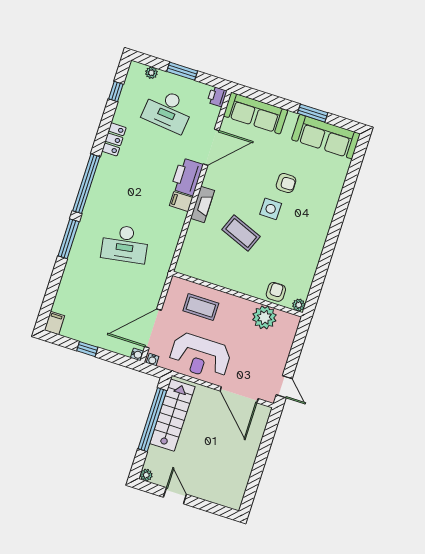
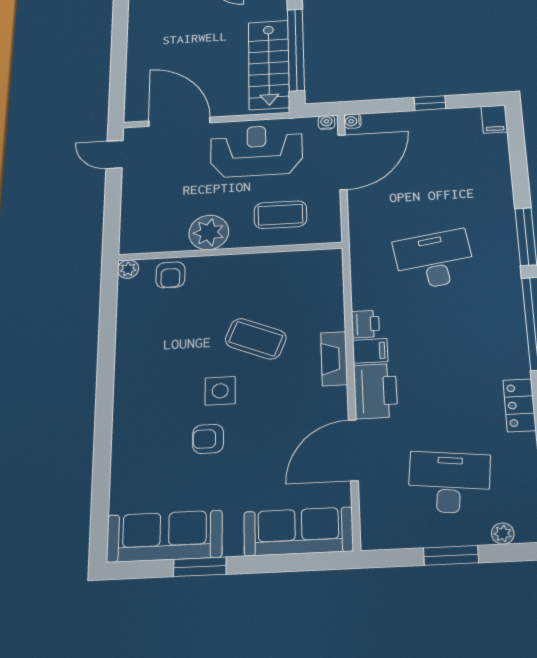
printer: (217, 97) -> (365, 324), moved
plant: (264, 317) -> (209, 232), moved

